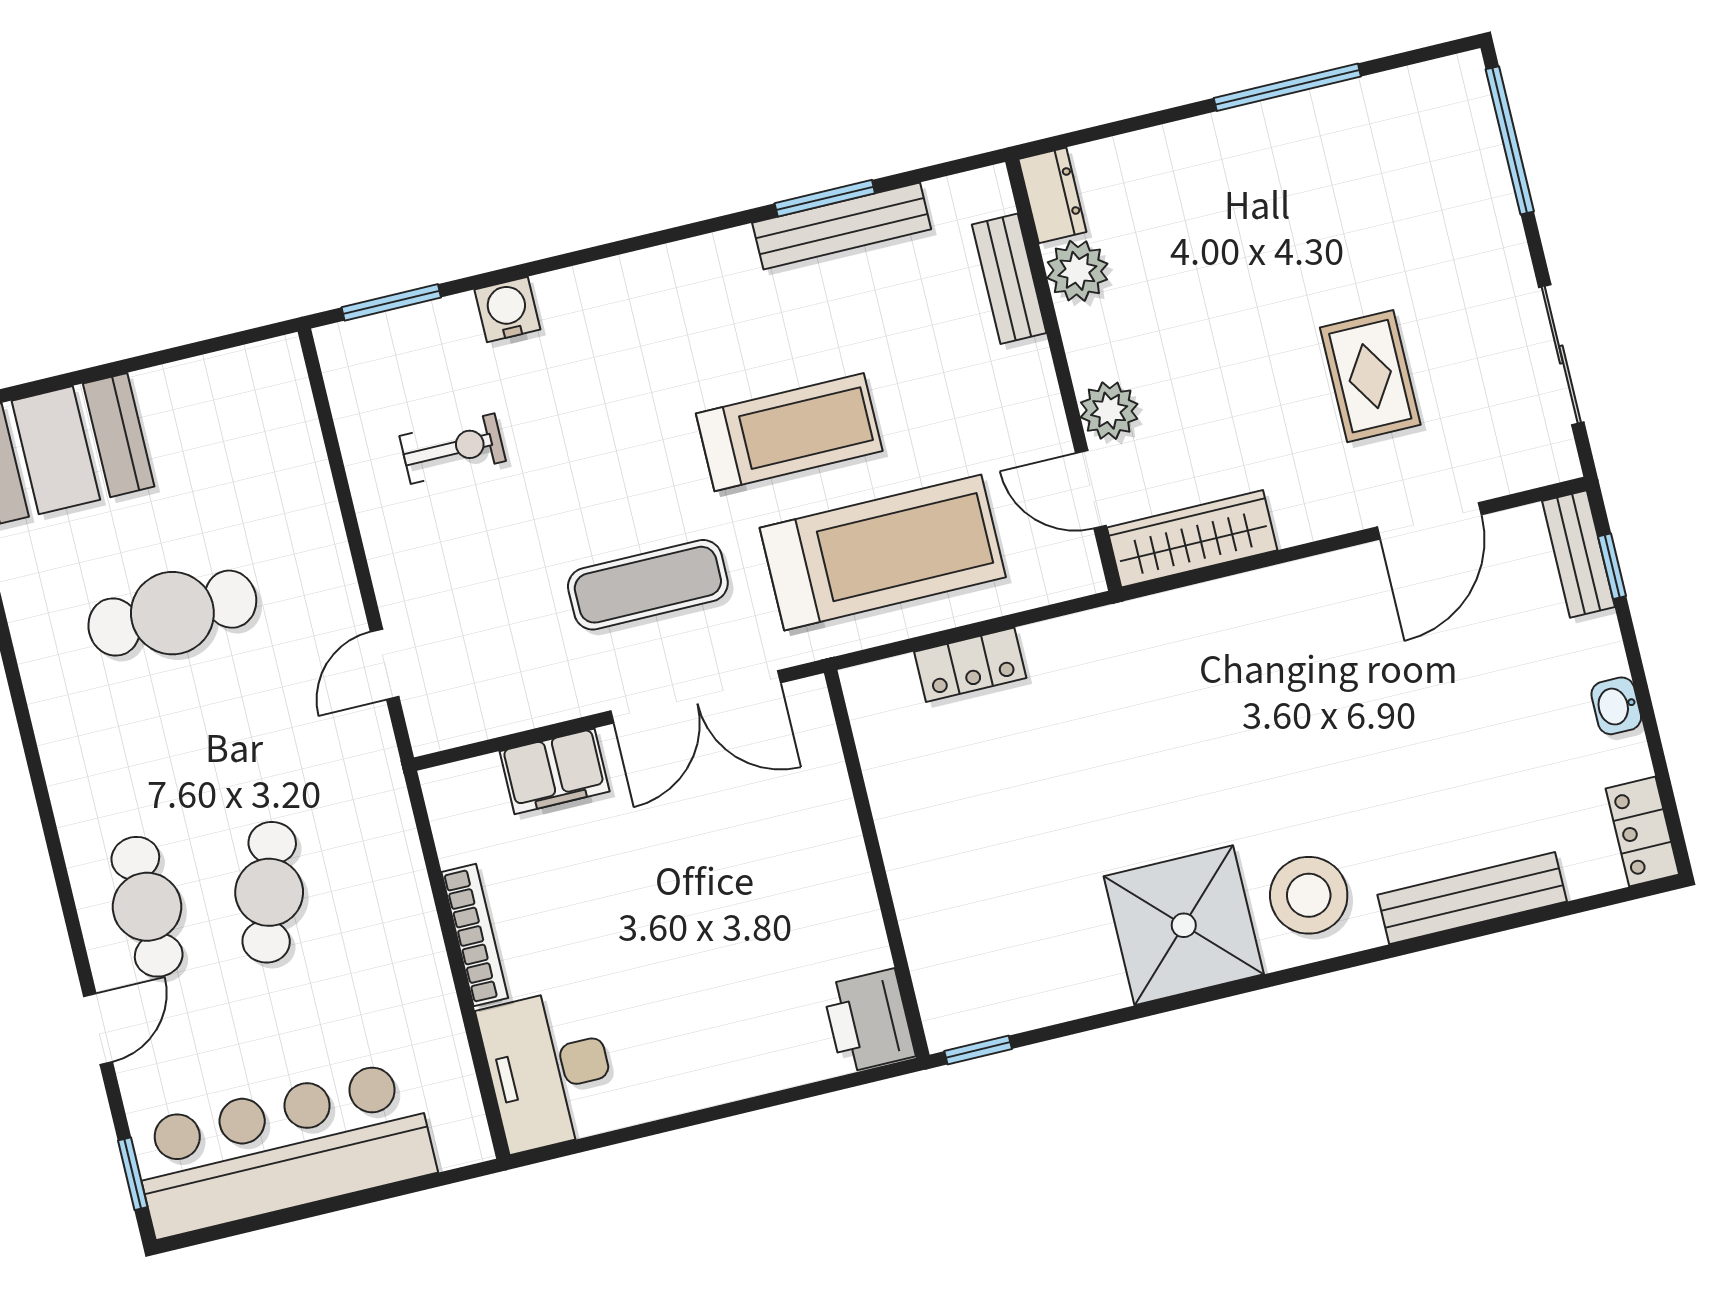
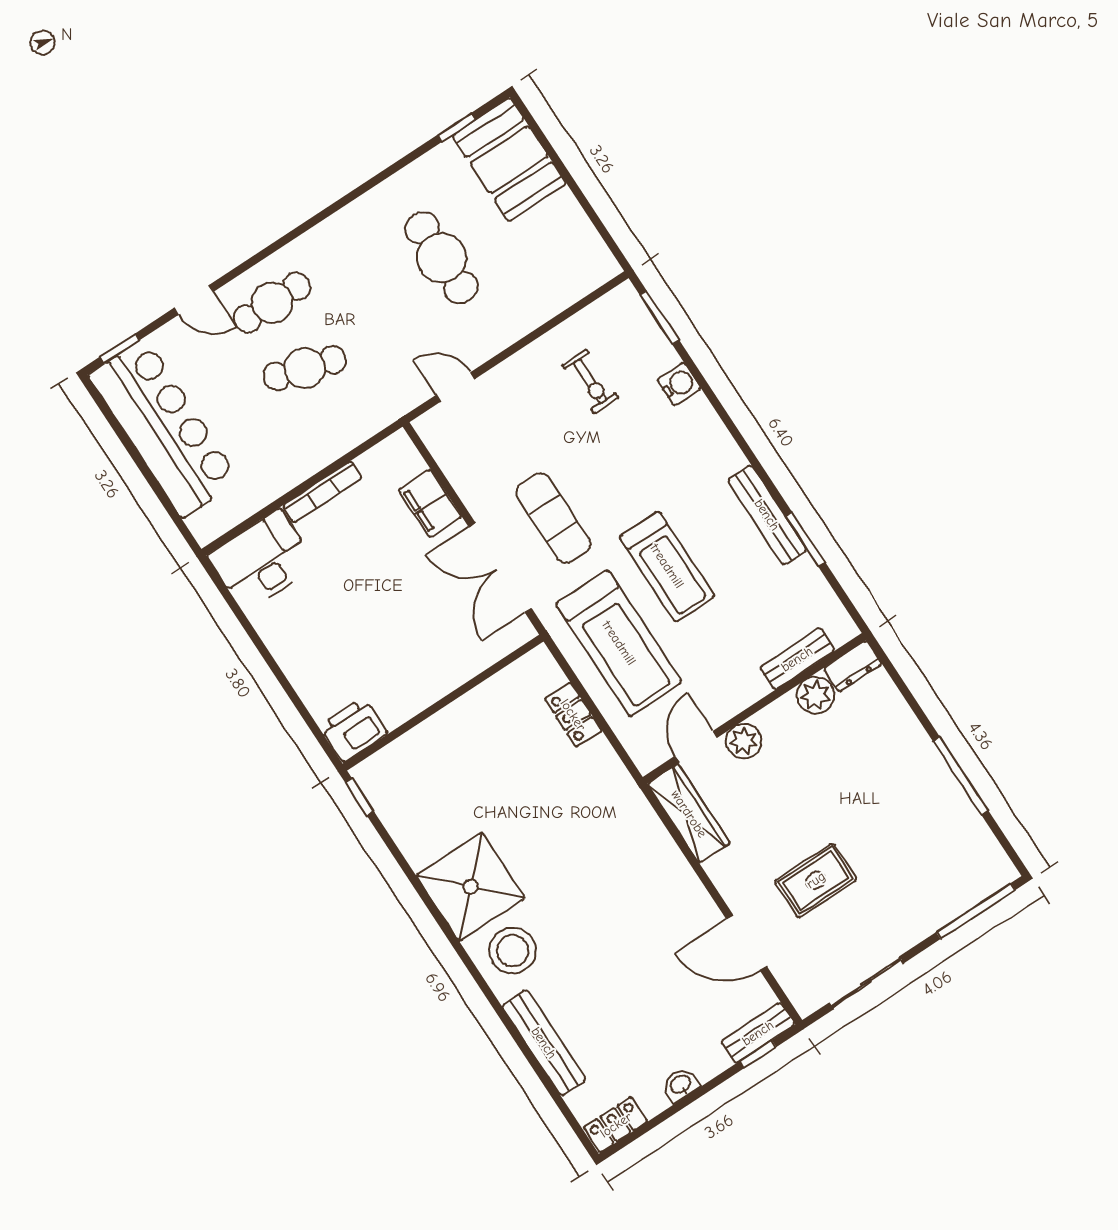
bench: (842, 226) -> (767, 515), moved

